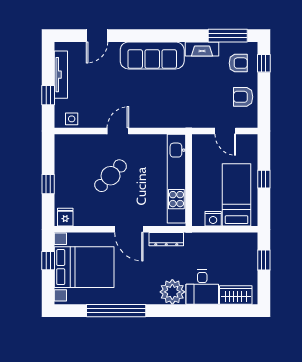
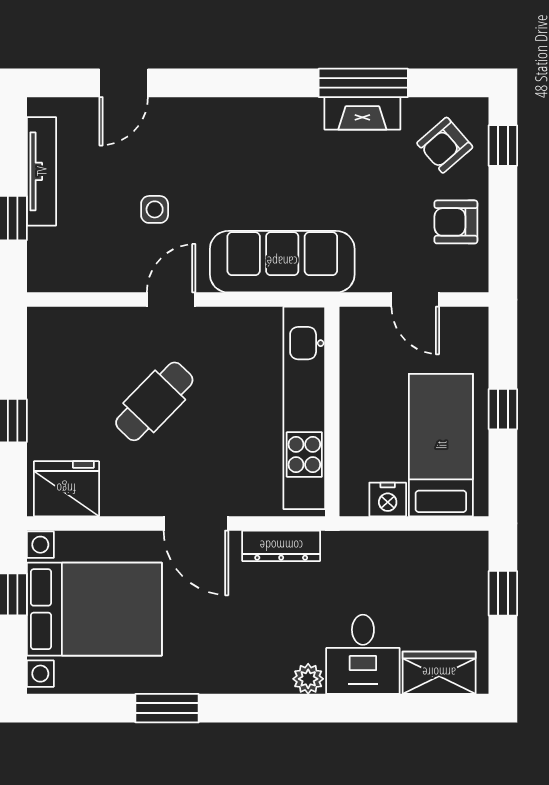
window: (228, 36) -> (363, 83), moved
sofa: (152, 55) -> (282, 262), moved, turned 180
armchair: (238, 63) -> (445, 145), turned 139
side table: (72, 119) -> (155, 209), moved
fridge: (65, 217) -> (66, 489), width x1.88, depth x1.34
plant: (172, 292) -> (308, 679), width x0.53, depth x0.53
window: (116, 311) -> (167, 708), width x0.47

